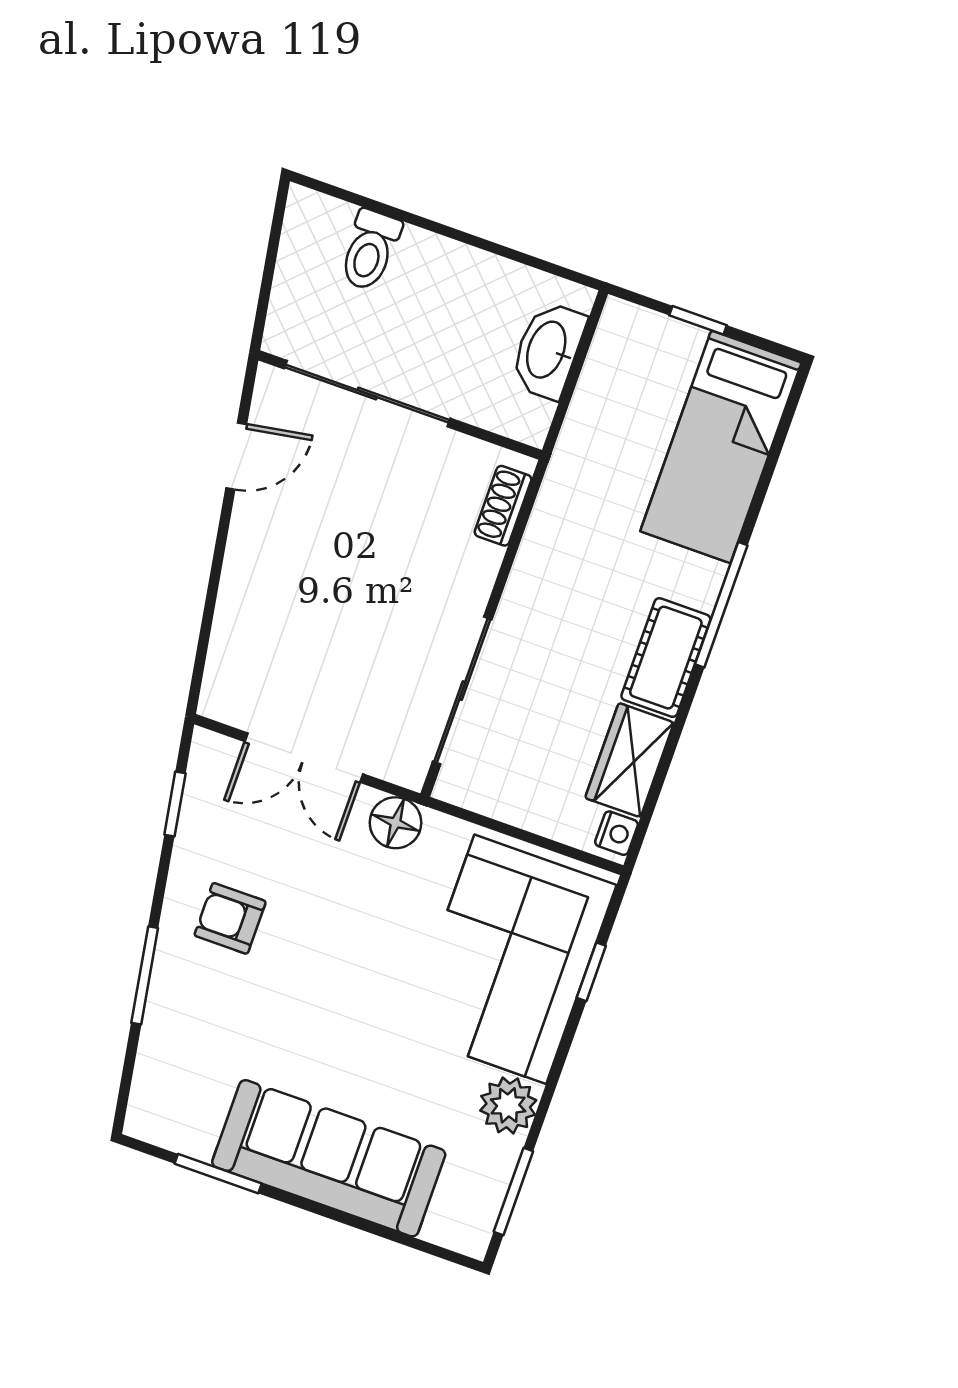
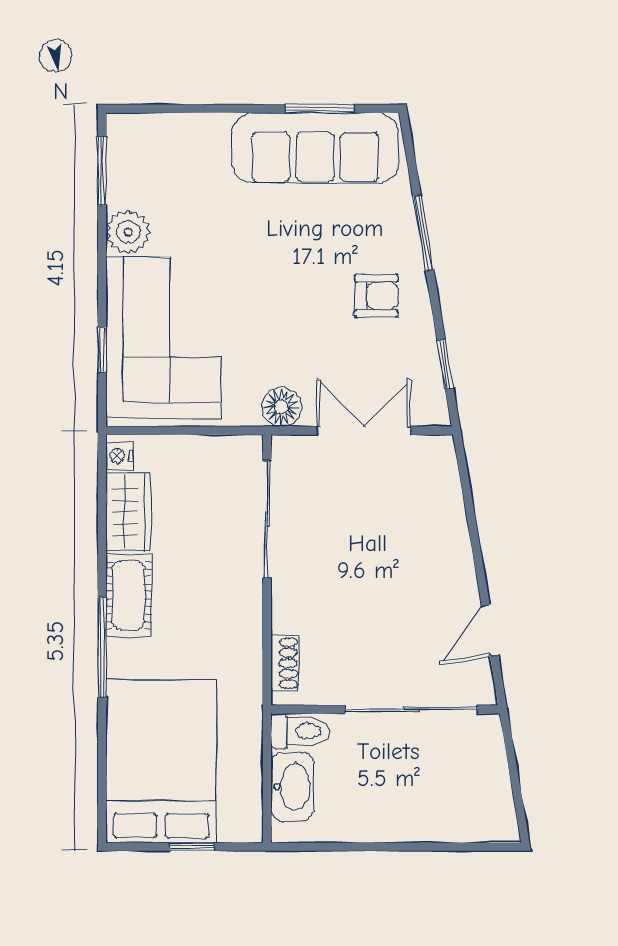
toilet: (370, 250) -> (300, 731), moved, turned 90
bed: (721, 447) -> (161, 761), width x1.50
sofa: (329, 1158) -> (315, 148), moved

